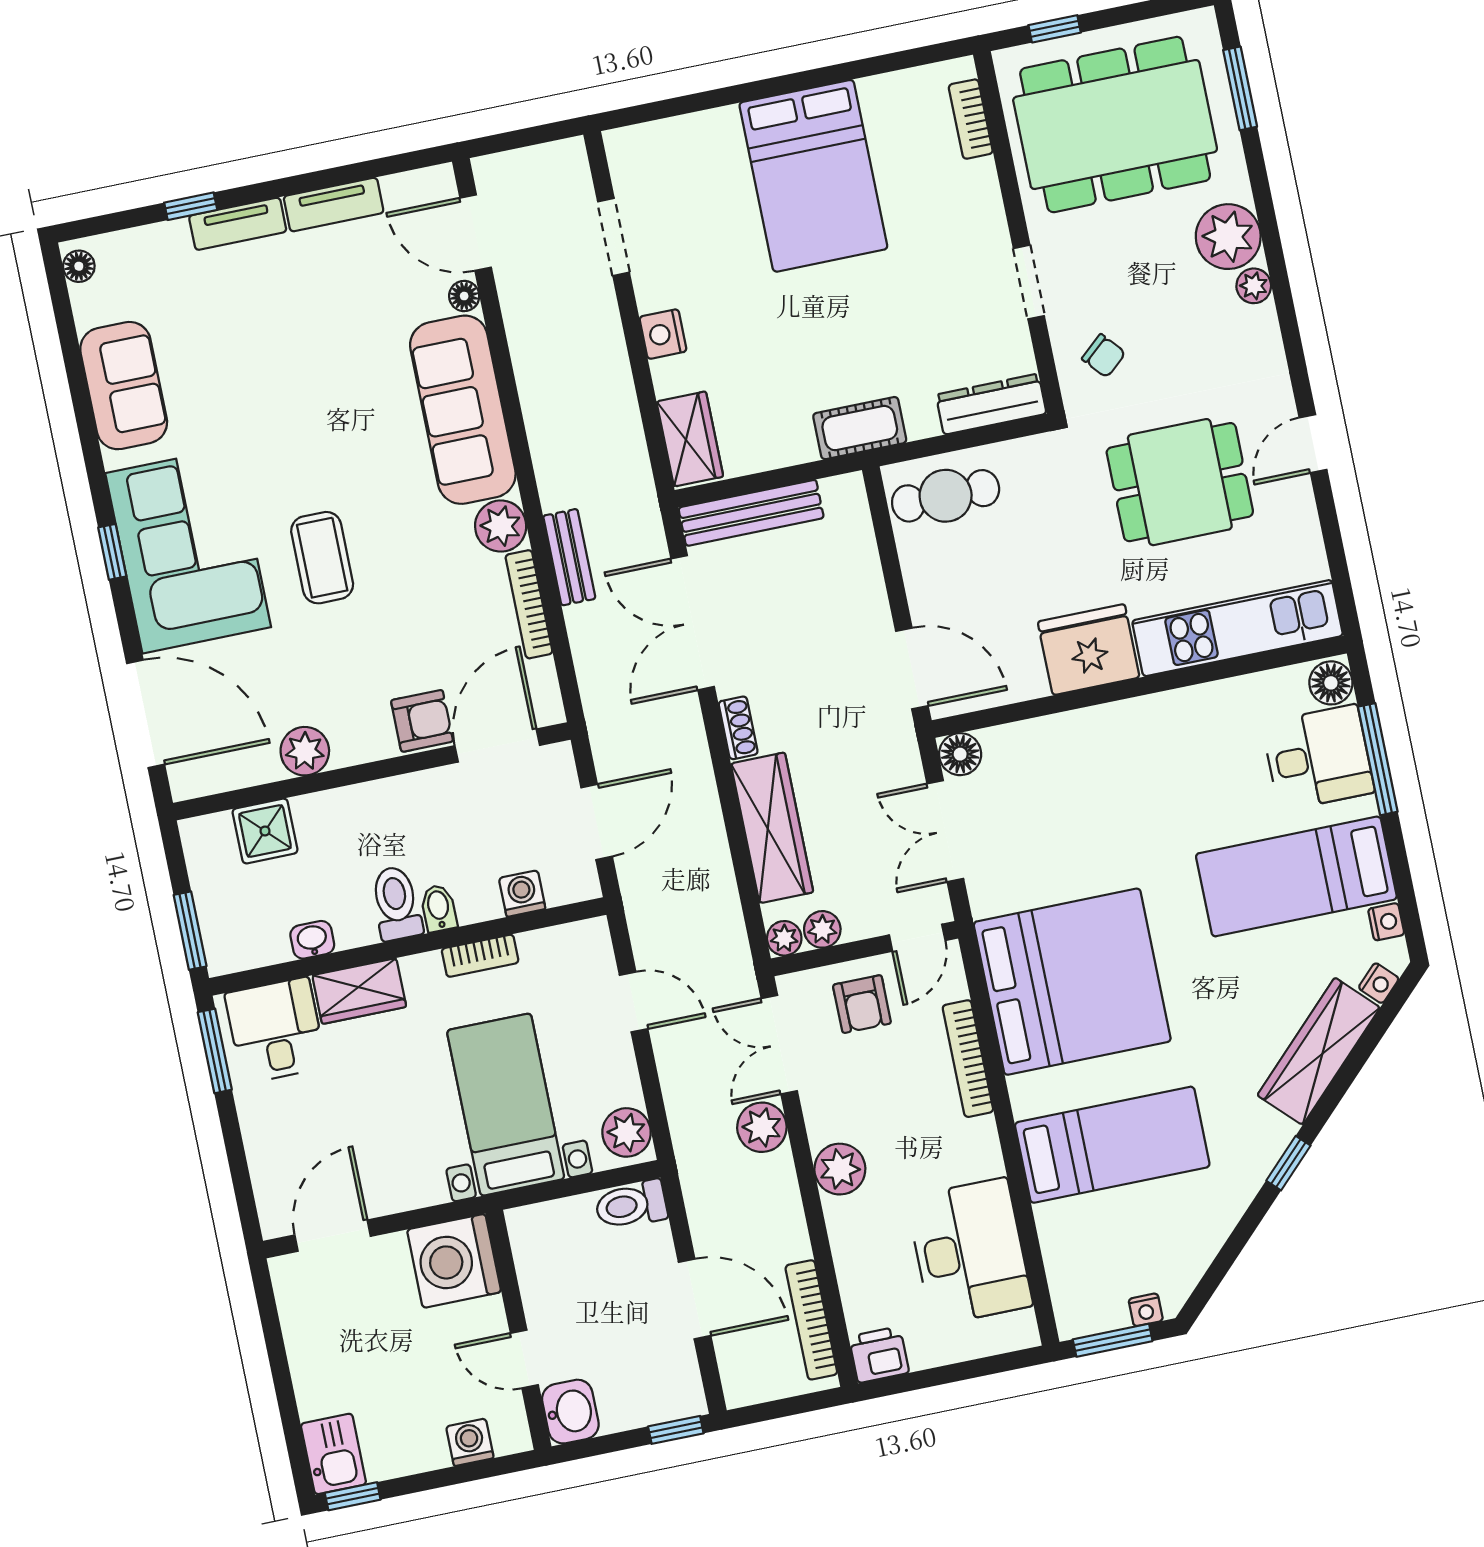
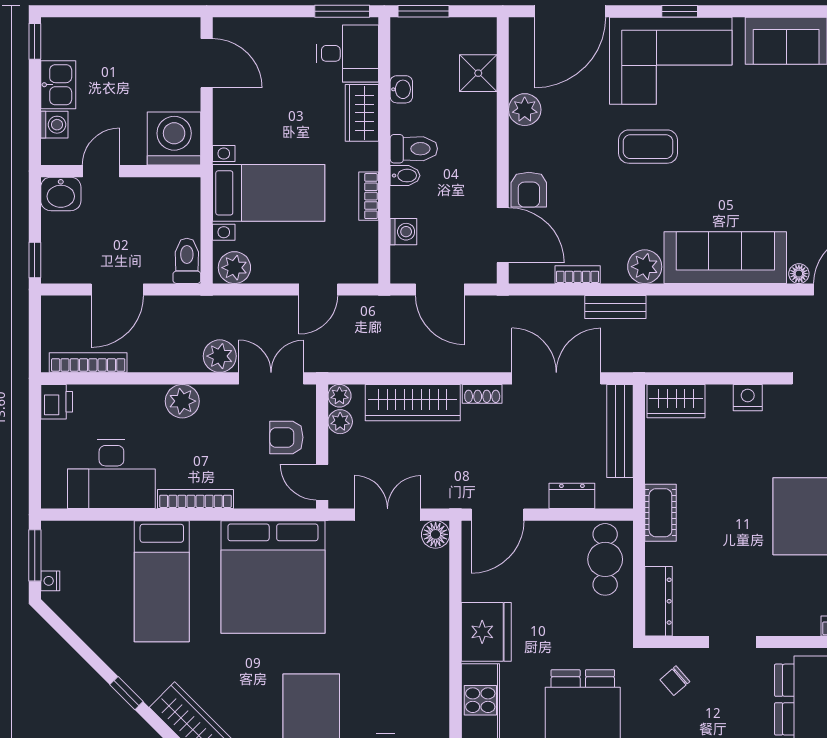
dresser: (862, 564) -> (572, 496), added
bookcase: (529, 604) -> (578, 275), width x0.64
bookcase: (968, 1059) -> (196, 499), moved
kitchen sink: (333, 1454) -> (58, 85), moved, turned -90

